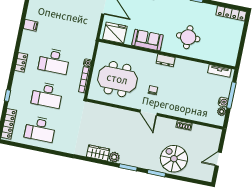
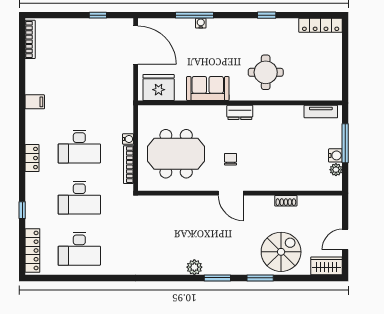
wardrobe: (98, 153) -> (327, 266), moved
spiral stairs: (174, 159) -> (281, 252), turned 90

